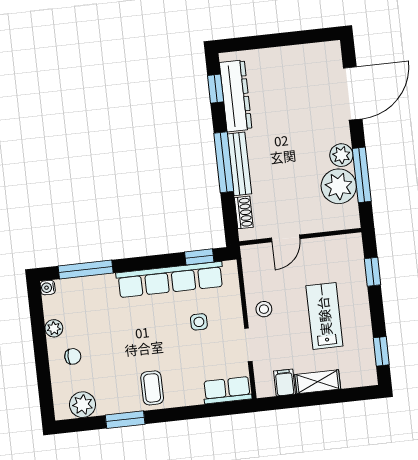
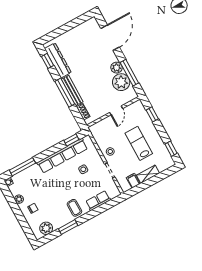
door: (286, 238) -> (116, 110), moved
row of seats: (227, 390) -> (98, 201), moved

